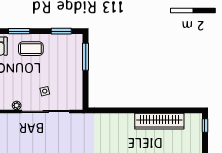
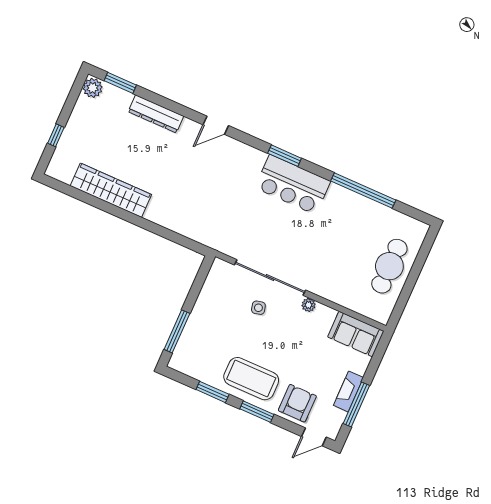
window: (61, 31) -> (213, 392), moved
coffee table: (31, 49) -> (251, 379), width x1.36, depth x1.32
window: (205, 126) -> (56, 135), moved

